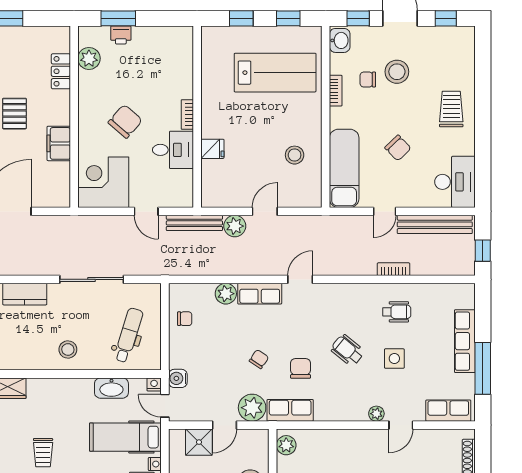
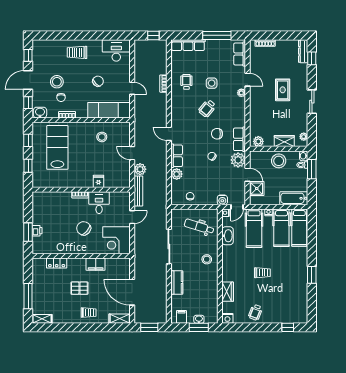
plant: (89, 58) -> (50, 248), removed
bench: (435, 224) -> (139, 61), removed
row of seats: (465, 341) -> (188, 45), moved

